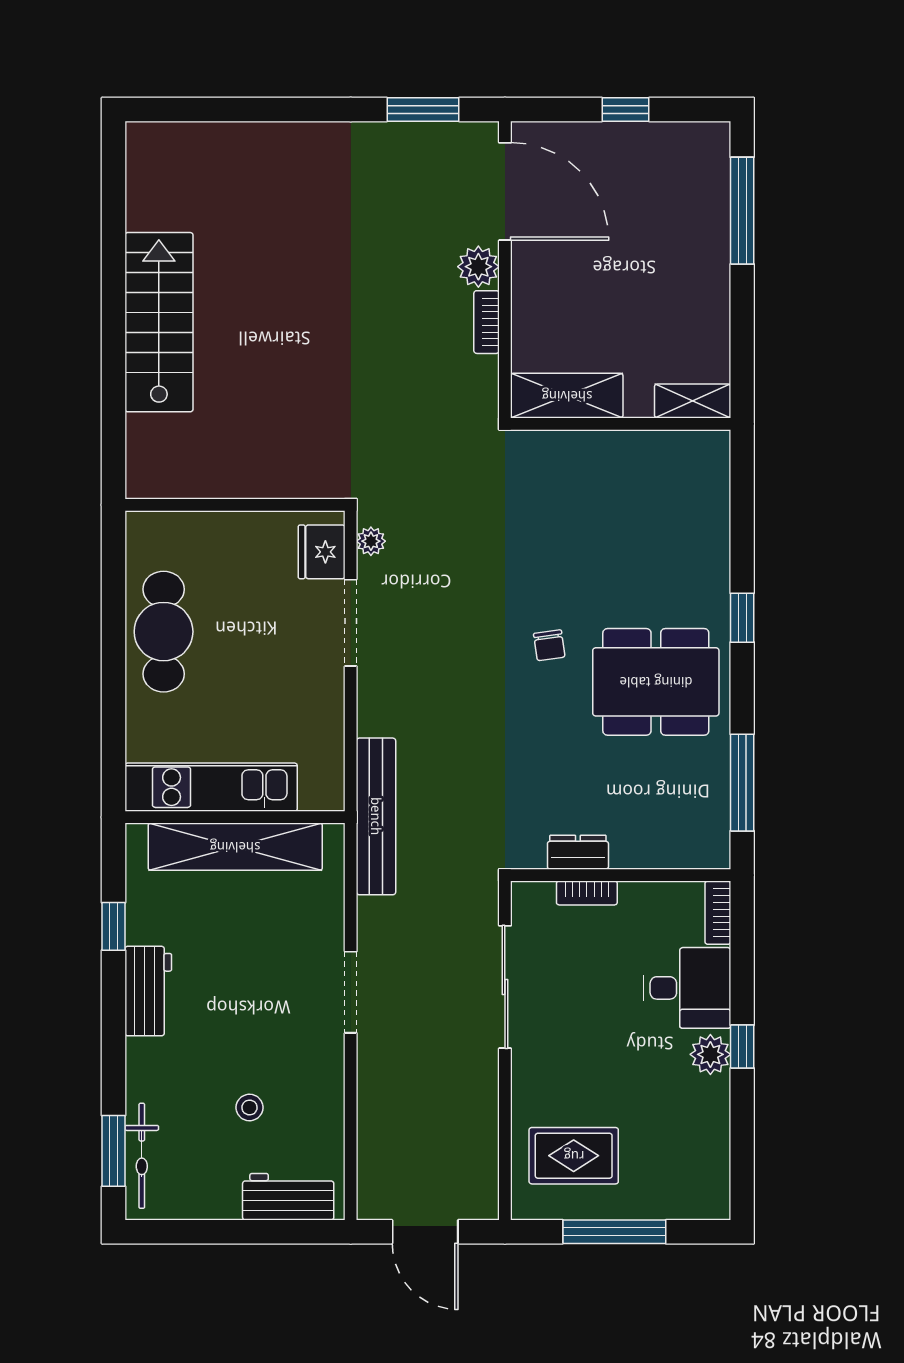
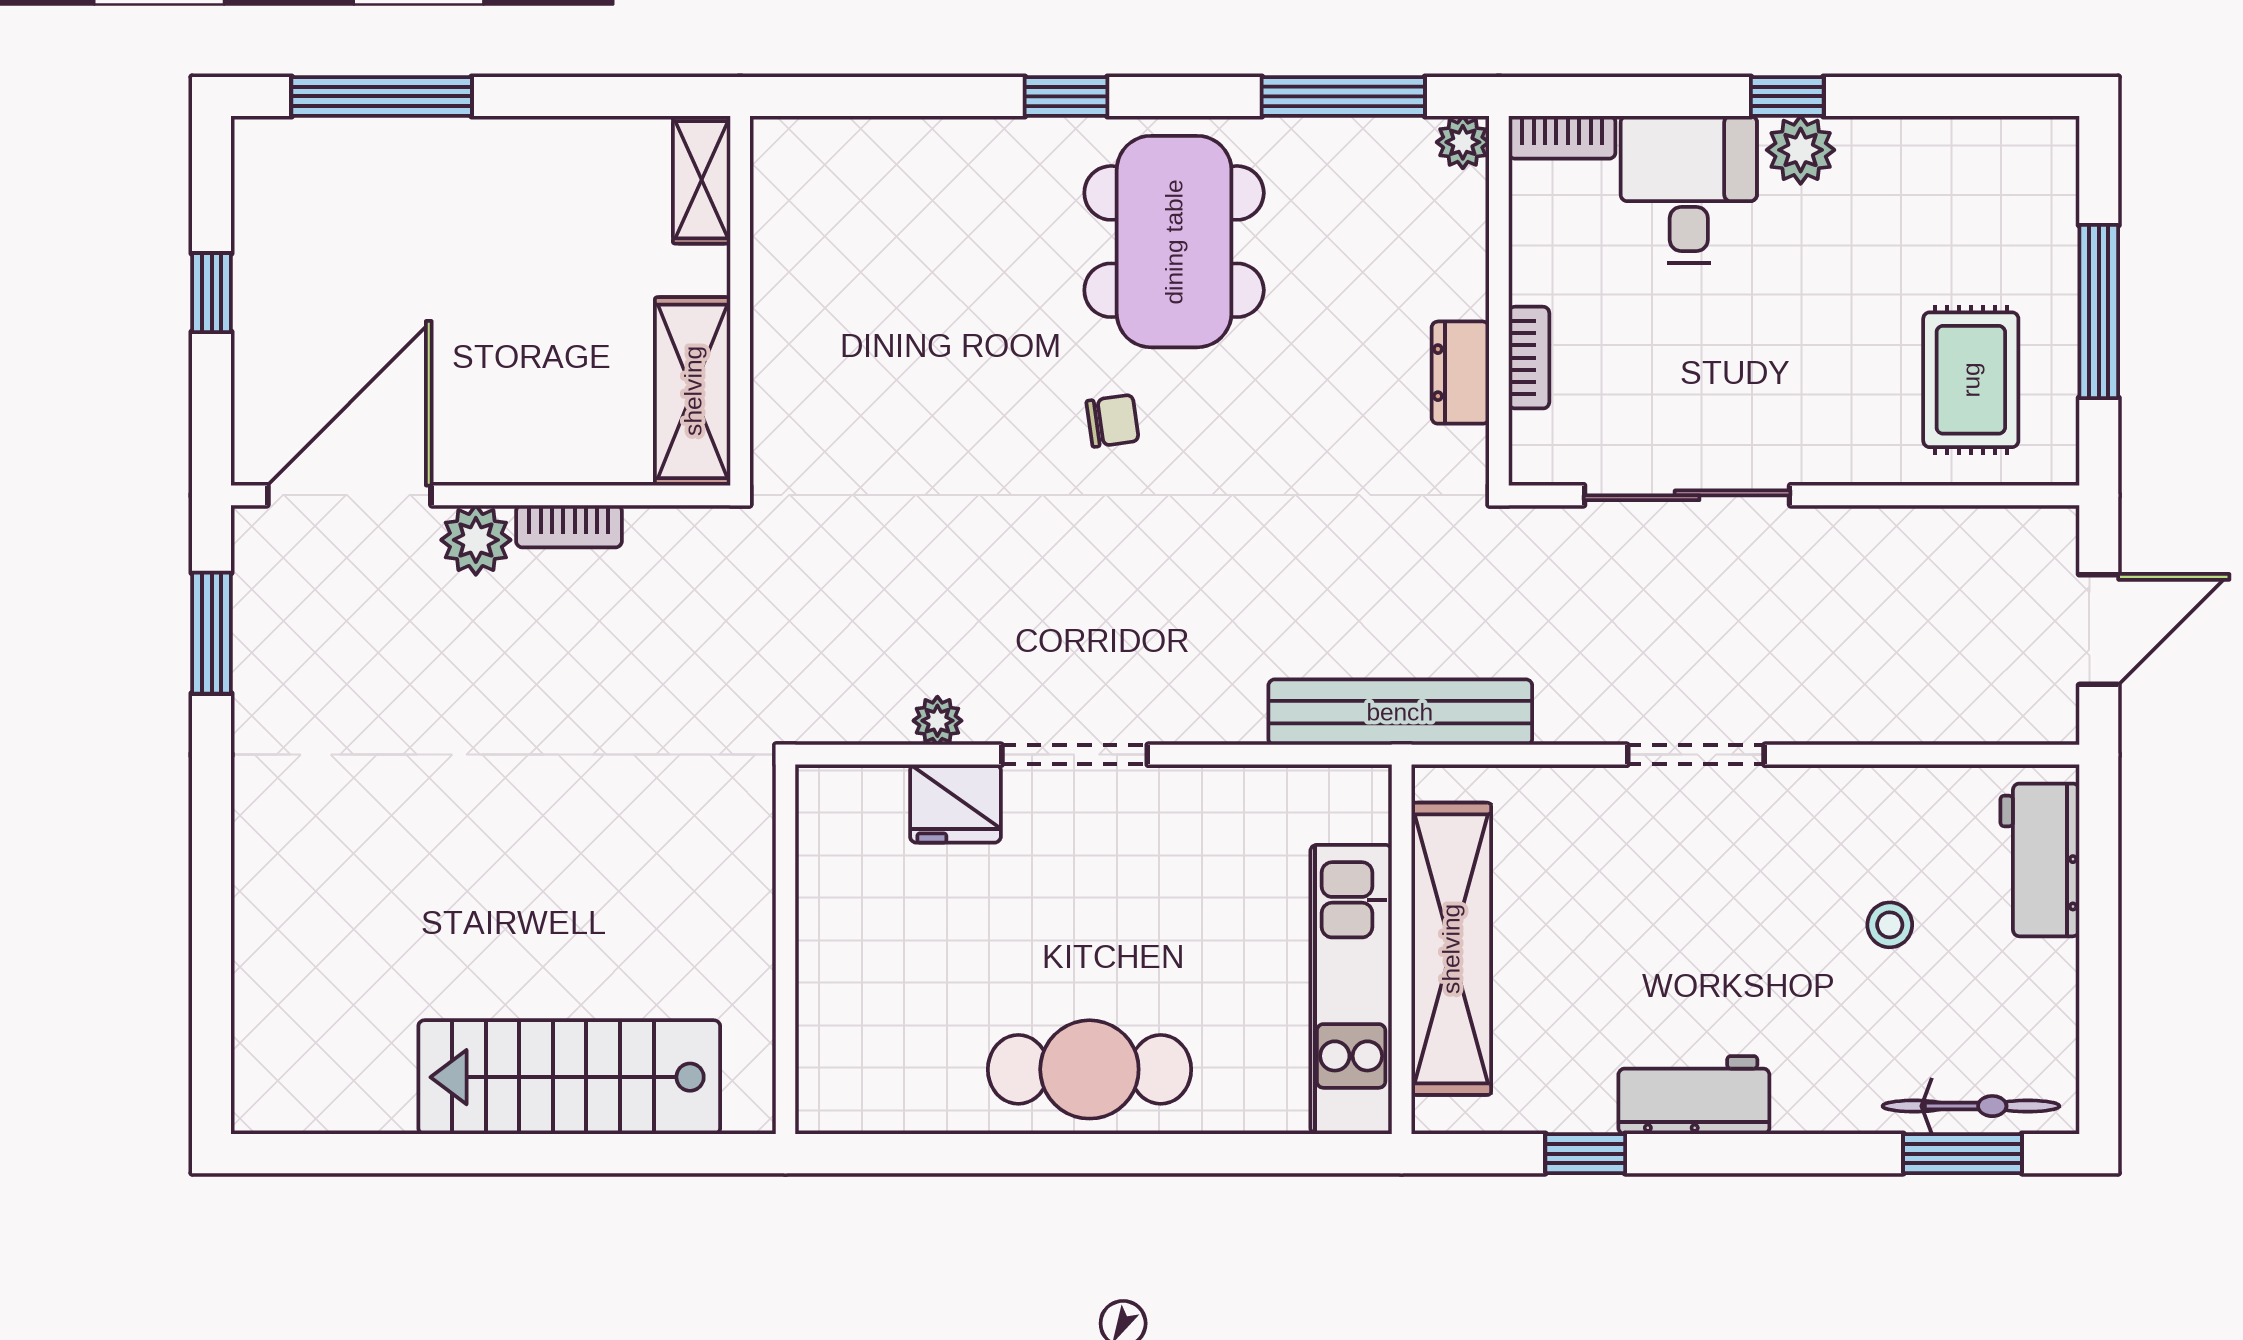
wall: (235, 505) -> (785, 949), moved
plant: (715, 854) -> (1463, 142), added

